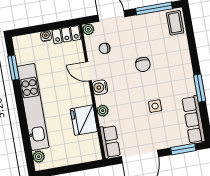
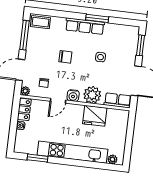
plant: (103, 111) -> (92, 95), width x1.87, depth x1.87
row of seats: (194, 120) -> (85, 26), moved

